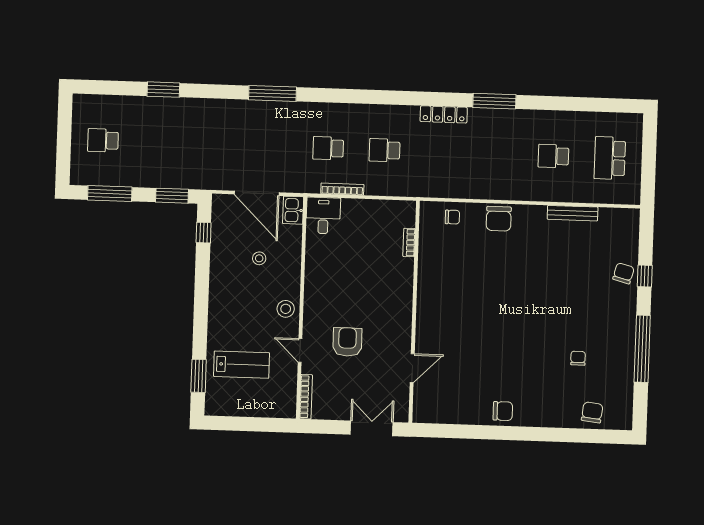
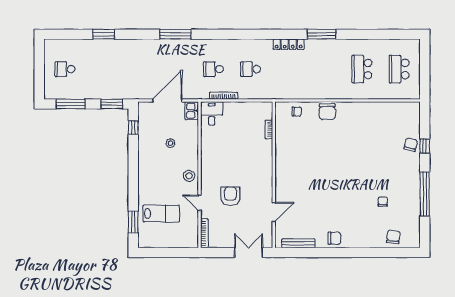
school desk: (553, 156) -> (362, 69), width x1.85
door: (257, 193) -> (167, 100), swing flipped
bench: (573, 213) -> (298, 243), moved

